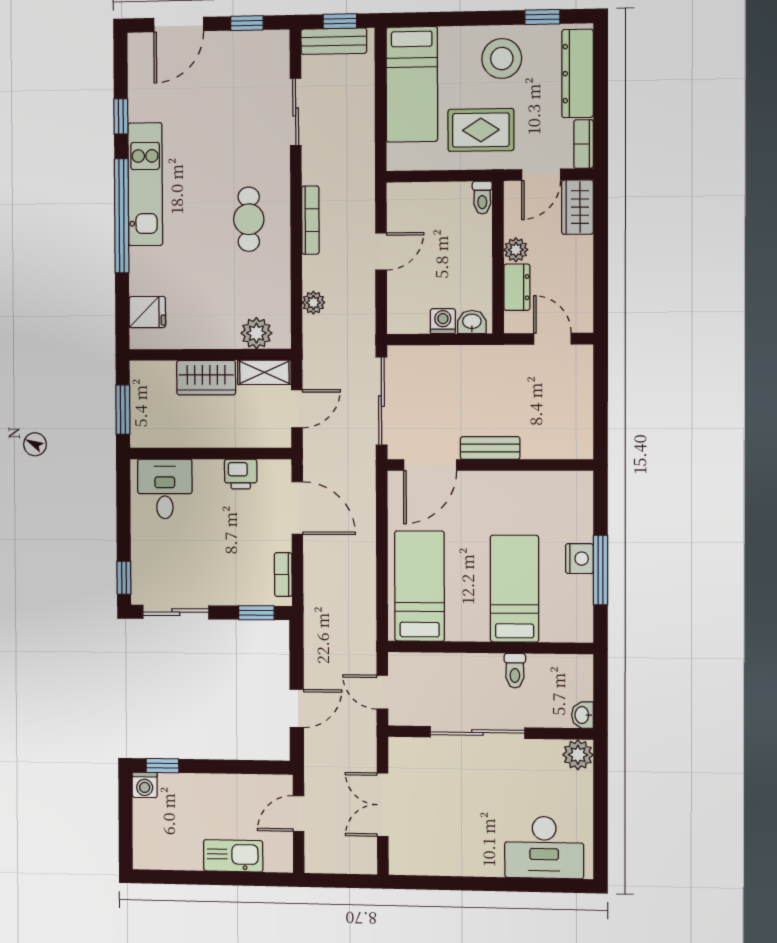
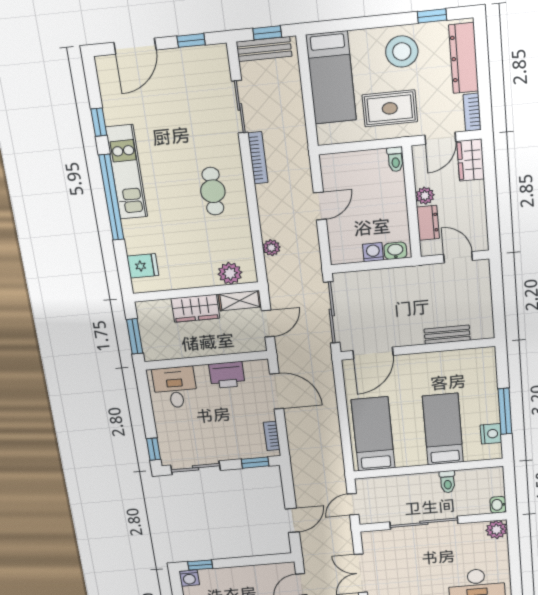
bookcase: (310, 220) -> (258, 158), moved
bench: (490, 448) -> (447, 335), moved
printer: (241, 474) -> (227, 375), width x1.36, depth x1.24
nightstand: (579, 559) -> (491, 434), moved
door: (382, 692) -> (353, 504), hinge flipped

